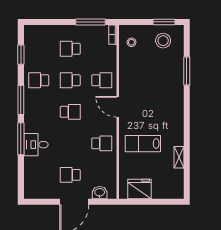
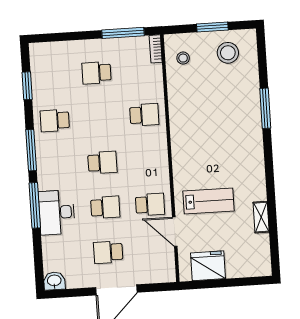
window: (164, 22) -> (212, 27), moved
window: (187, 71) -> (265, 108), moved
school desk: (70, 80) -> (105, 207), moved, turned 180
door: (118, 107) -> (175, 232), moved
lab bench: (143, 144) -> (209, 201), turned 180
desk: (36, 145) -> (57, 212), width x1.37
washbasin: (100, 193) -> (54, 281), moved

